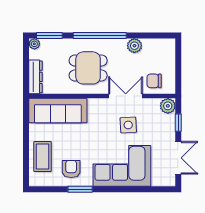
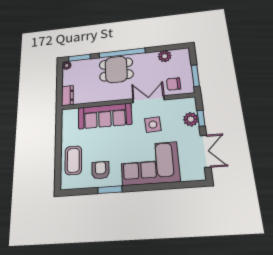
plant: (134, 46) -> (165, 56), moved
dining table: (88, 68) -> (116, 69), moved
window: (178, 74) -> (195, 76), added
dresser: (35, 77) -> (67, 96), width x0.70
plant: (168, 106) -> (191, 119), moved
sofa: (58, 110) -> (105, 116), moved

